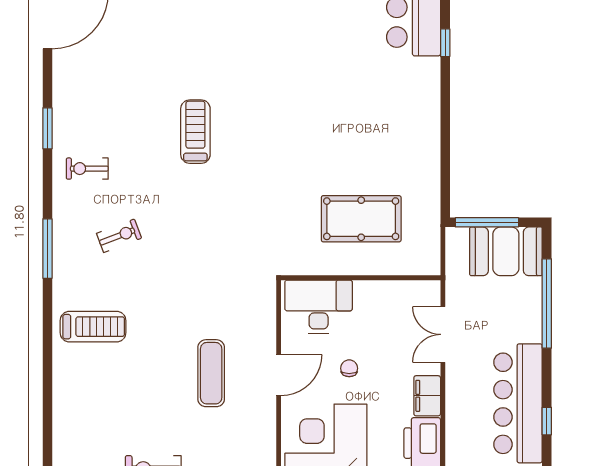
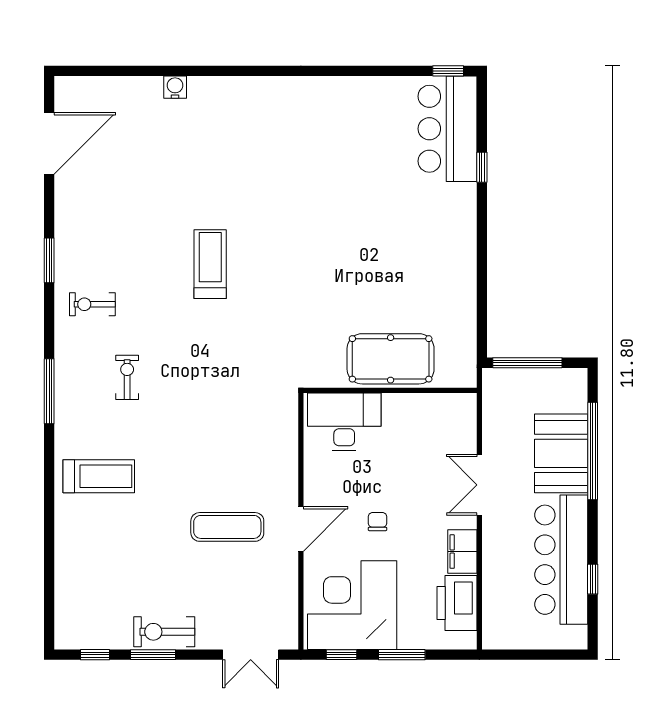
exercise bike: (119, 236) -> (127, 377), turned -69
booth: (506, 251) -> (561, 453), moved, turned 90
wall: (361, 278) -> (390, 390), moved
desk: (319, 307) -> (344, 422), moved
exercise mat: (211, 373) -> (227, 527), turned 90

